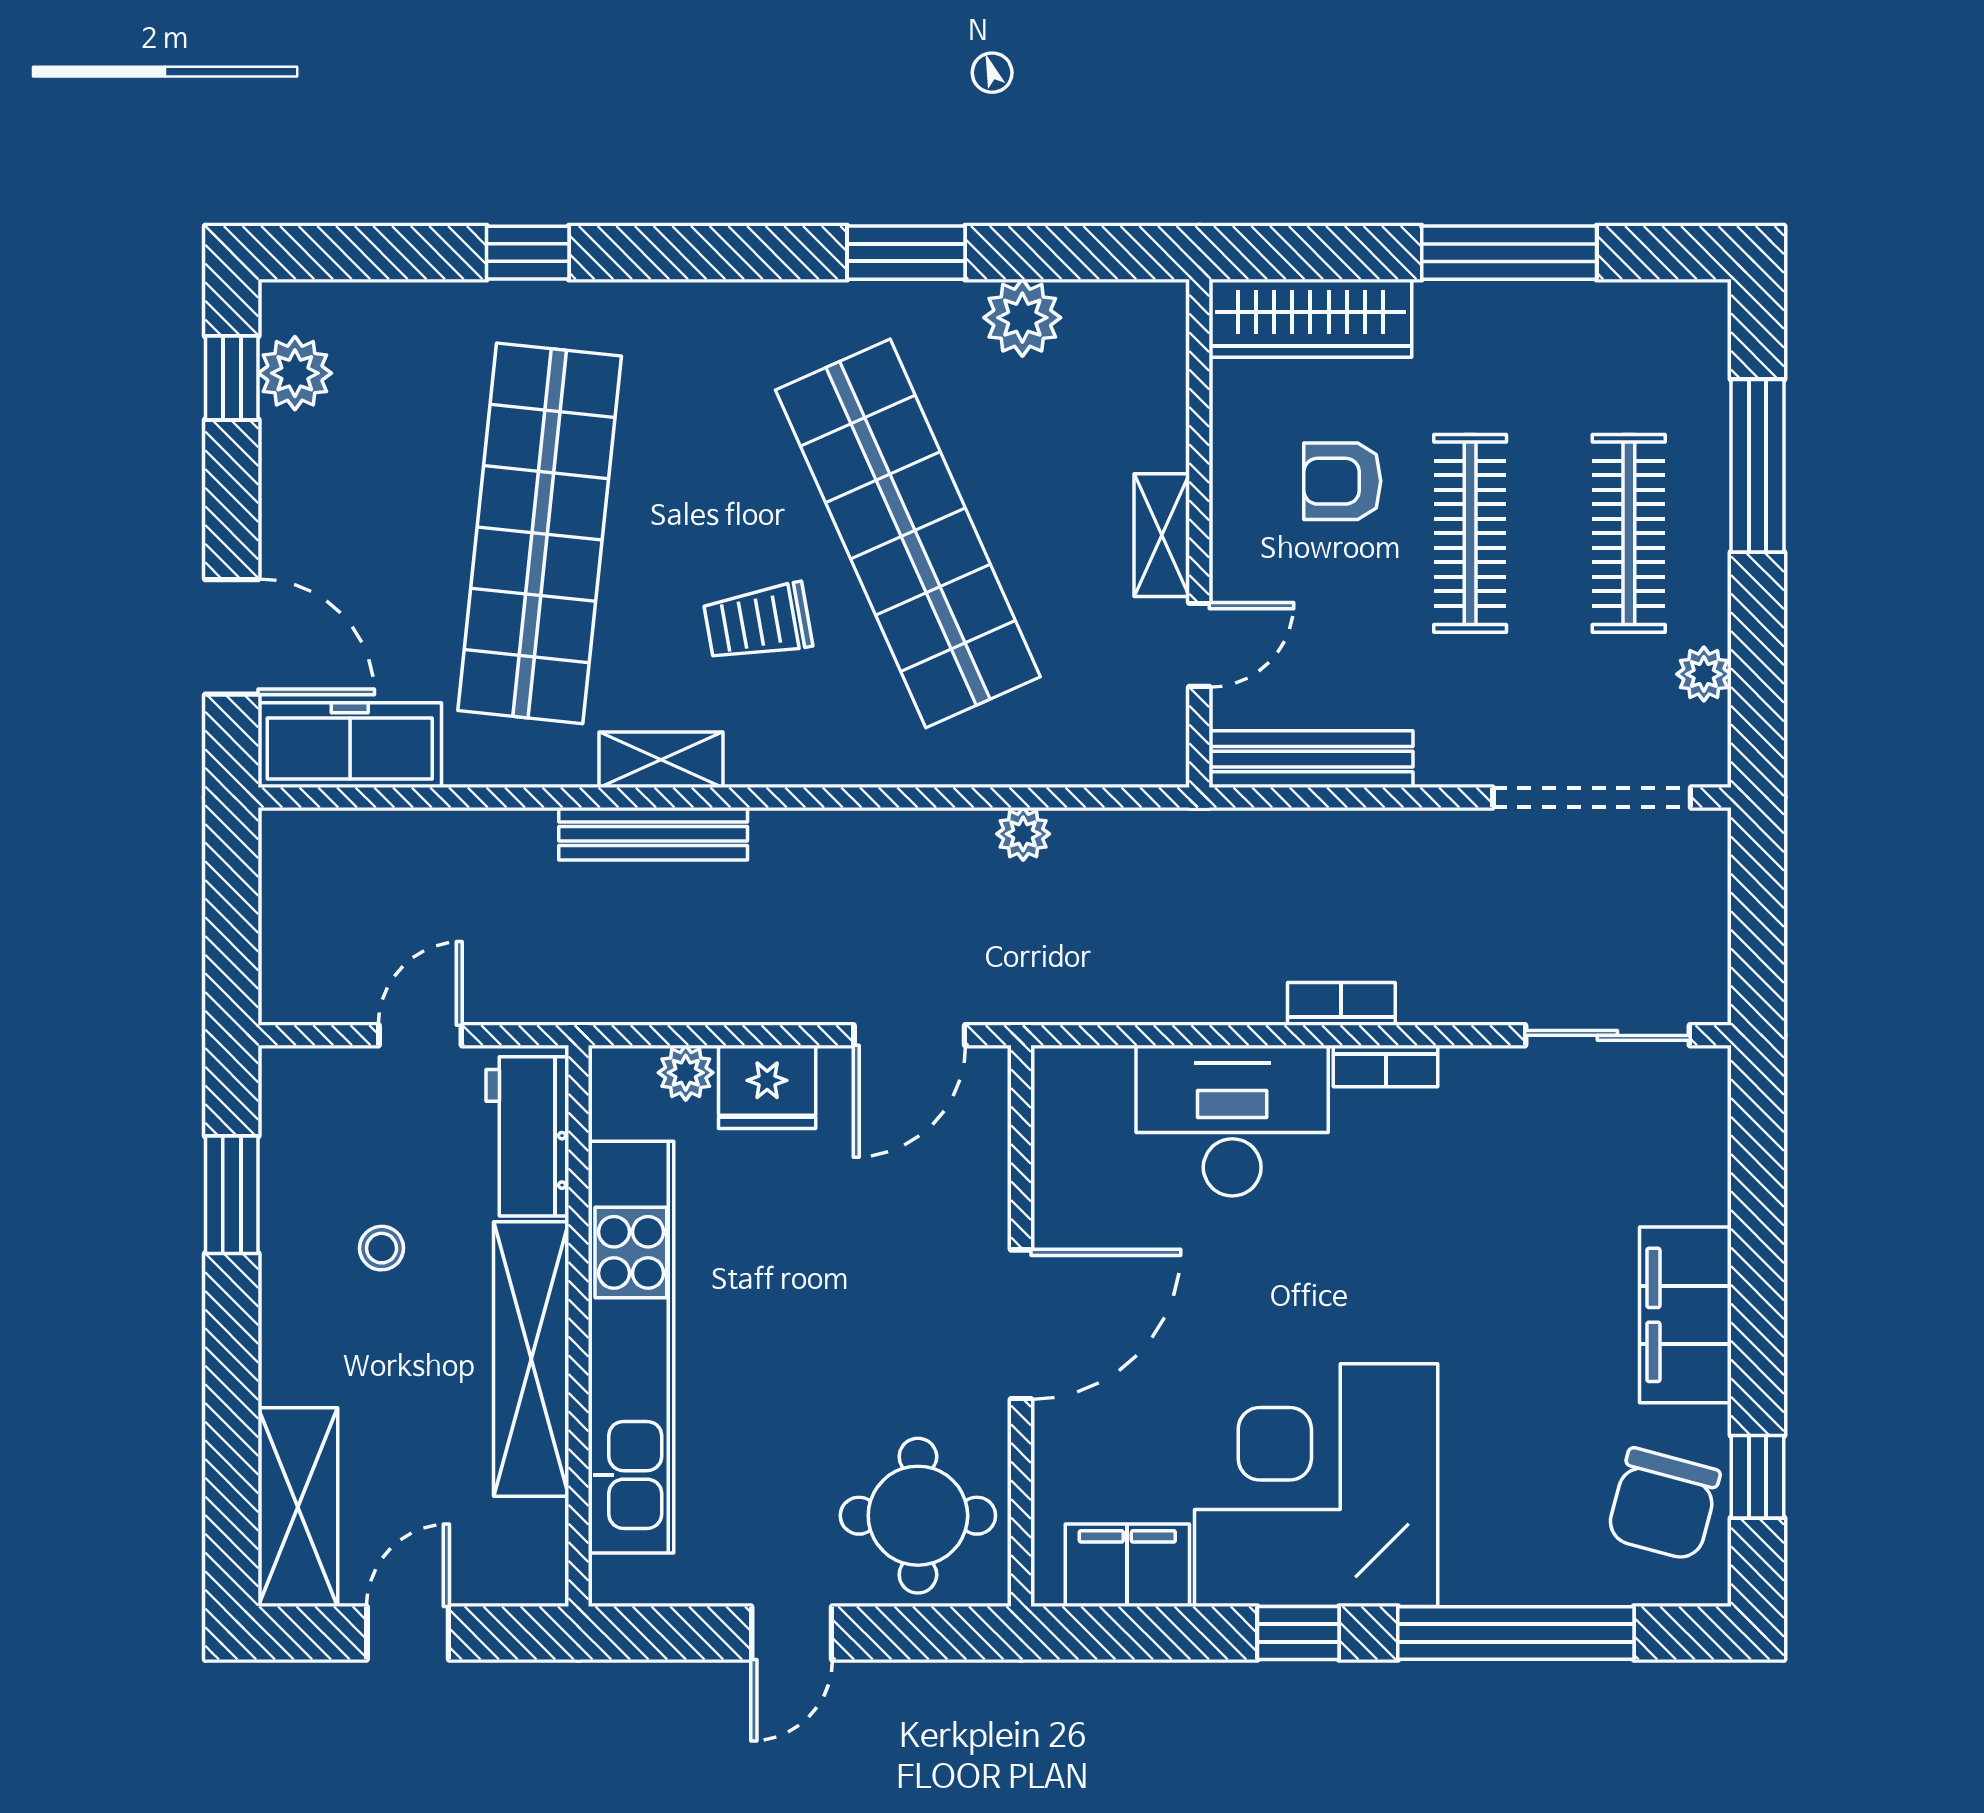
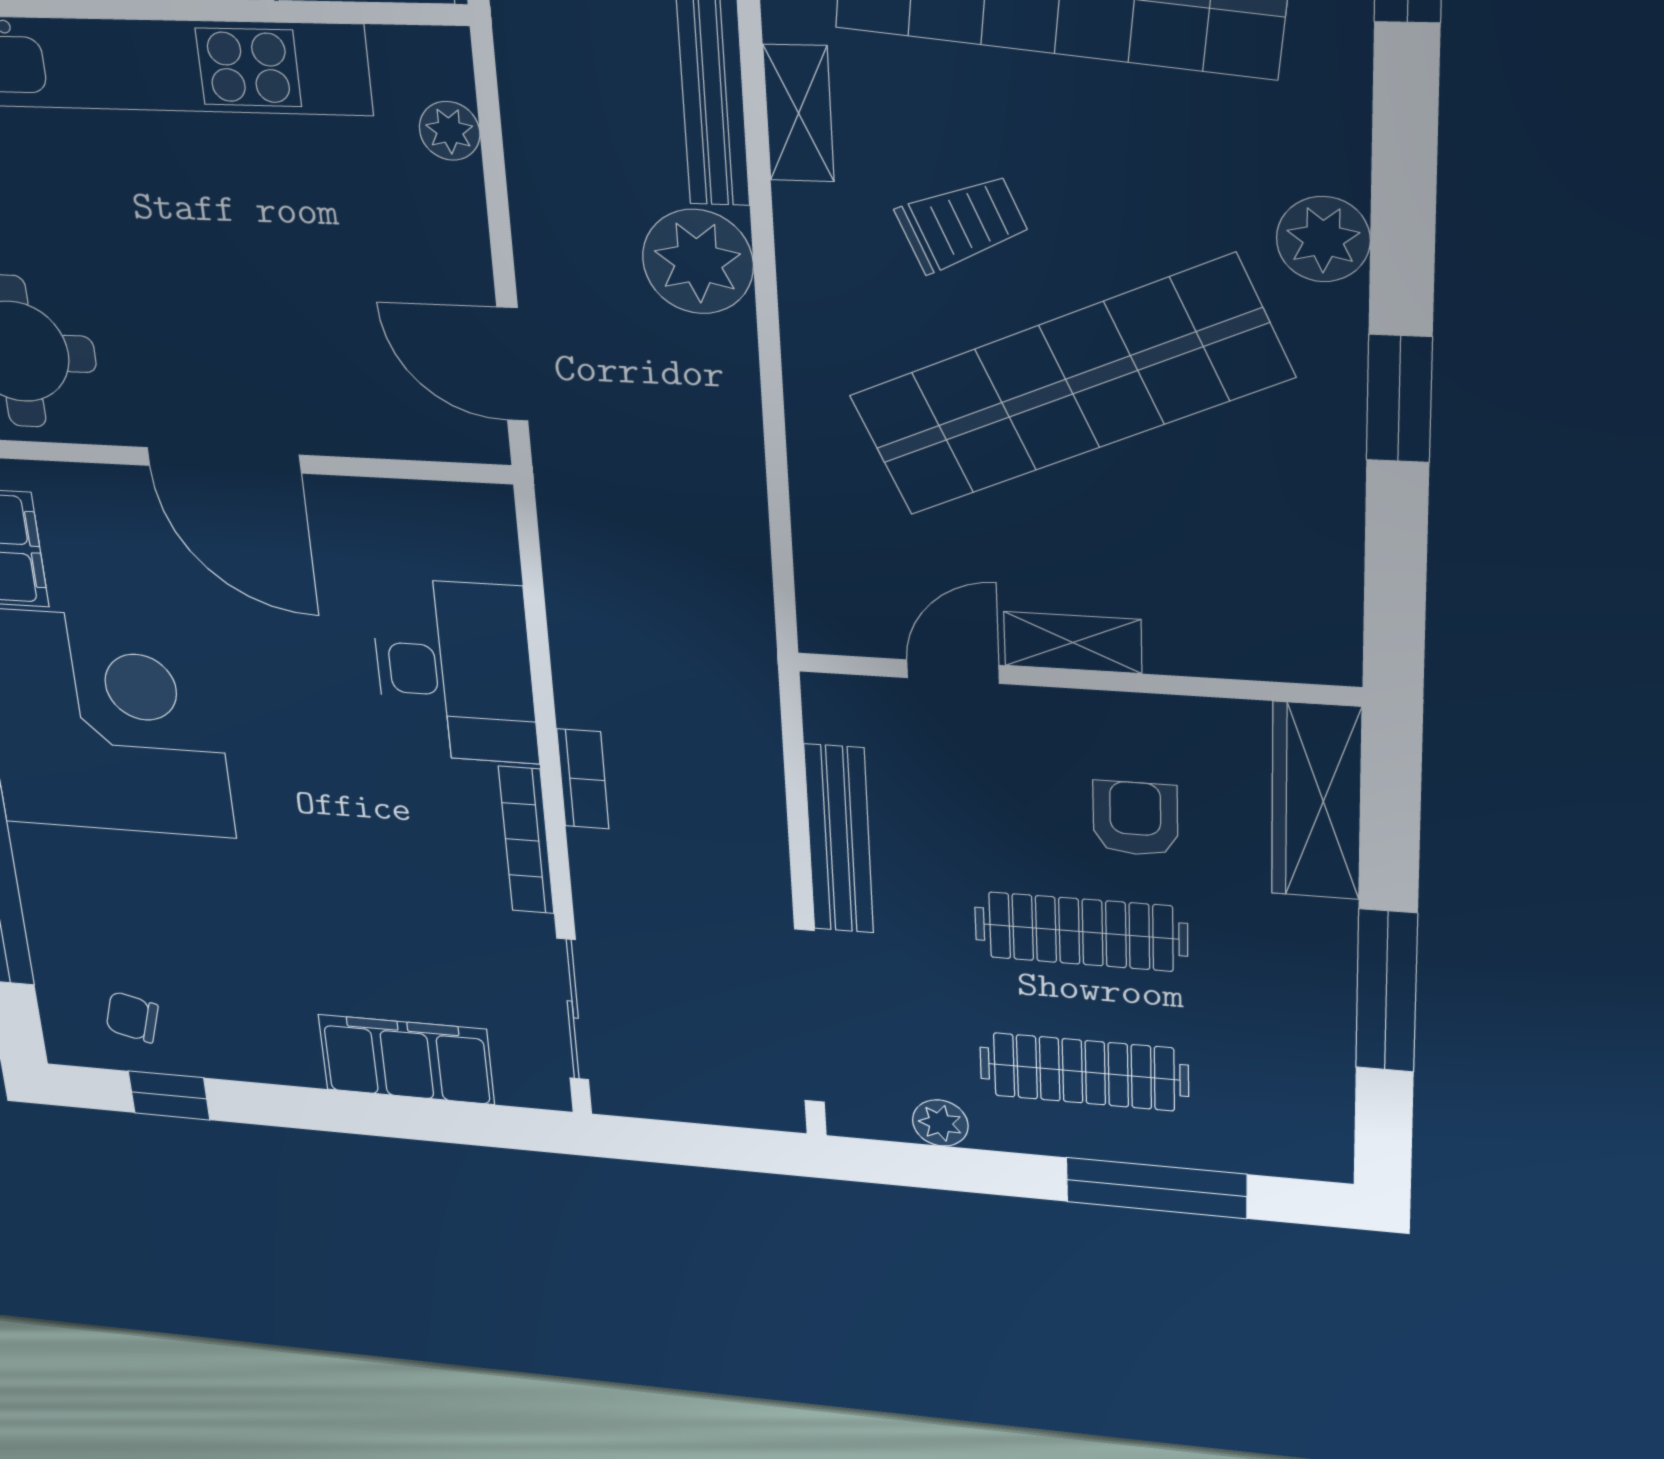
plant: (1022, 318) -> (1323, 239), moved
trolley: (758, 622) -> (962, 223), turned 77
door: (1199, 645) -> (953, 672), swing flipped
bench: (1311, 759) -> (839, 839), moved
plant: (1023, 834) -> (698, 262), moved, width x1.87, depth x1.87
bookcase: (1386, 1066) -> (526, 840), width x1.56
fridge: (767, 1087) -> (443, 216), removed
filing cabinet: (1685, 1315) -> (406, 1059), moved
chair: (1663, 1504) -> (132, 1017), width x0.54, depth x0.54

